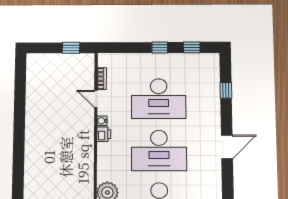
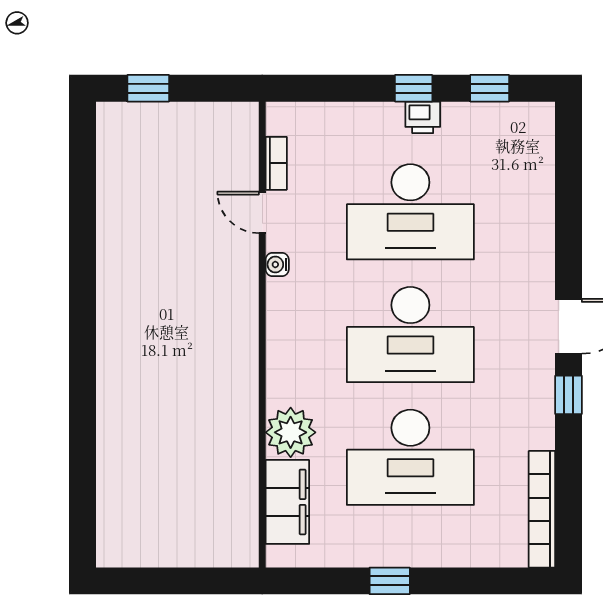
window: (71, 48) -> (148, 88), moved
window: (226, 90) -> (569, 395), moved
printer: (104, 134) -> (423, 117), moved, turned 90

